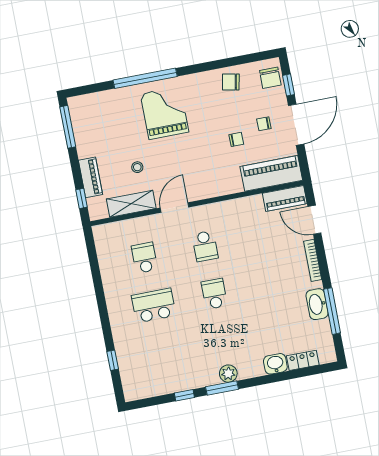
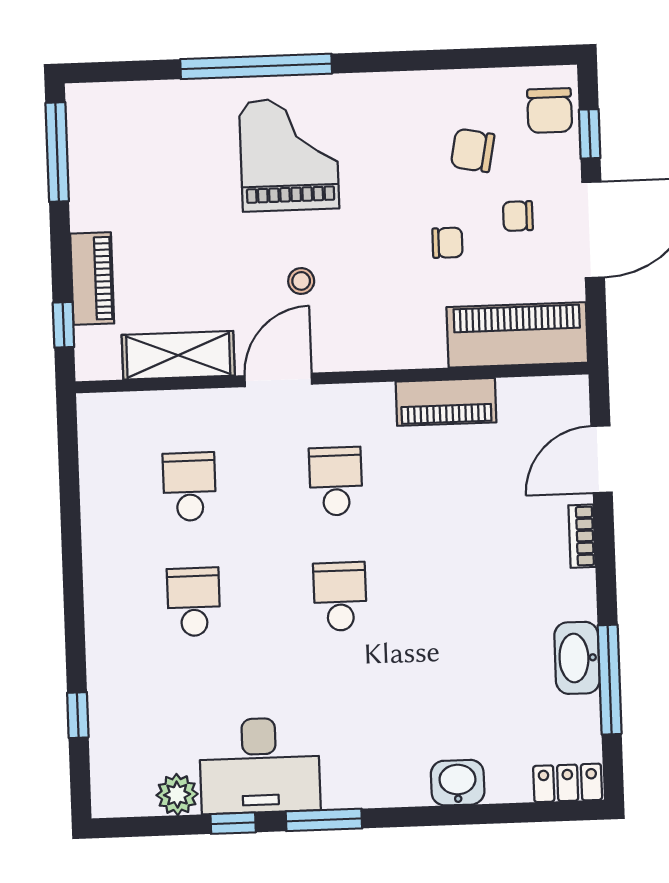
chair: (231, 82) -> (473, 150), moved
stool: (137, 167) -> (301, 281), moved
piano: (285, 198) -> (446, 402), moved
door: (314, 220) -> (602, 459), hinge flipped
school desk: (205, 246) -> (336, 481), turned 180
bookcase: (313, 260) -> (582, 536), width x0.64
school desk: (154, 306) -> (194, 602), width x0.54
locker: (303, 360) -> (568, 783), moved
desk: (192, 369) -> (260, 765), added
plant: (228, 374) -> (177, 795), moved

